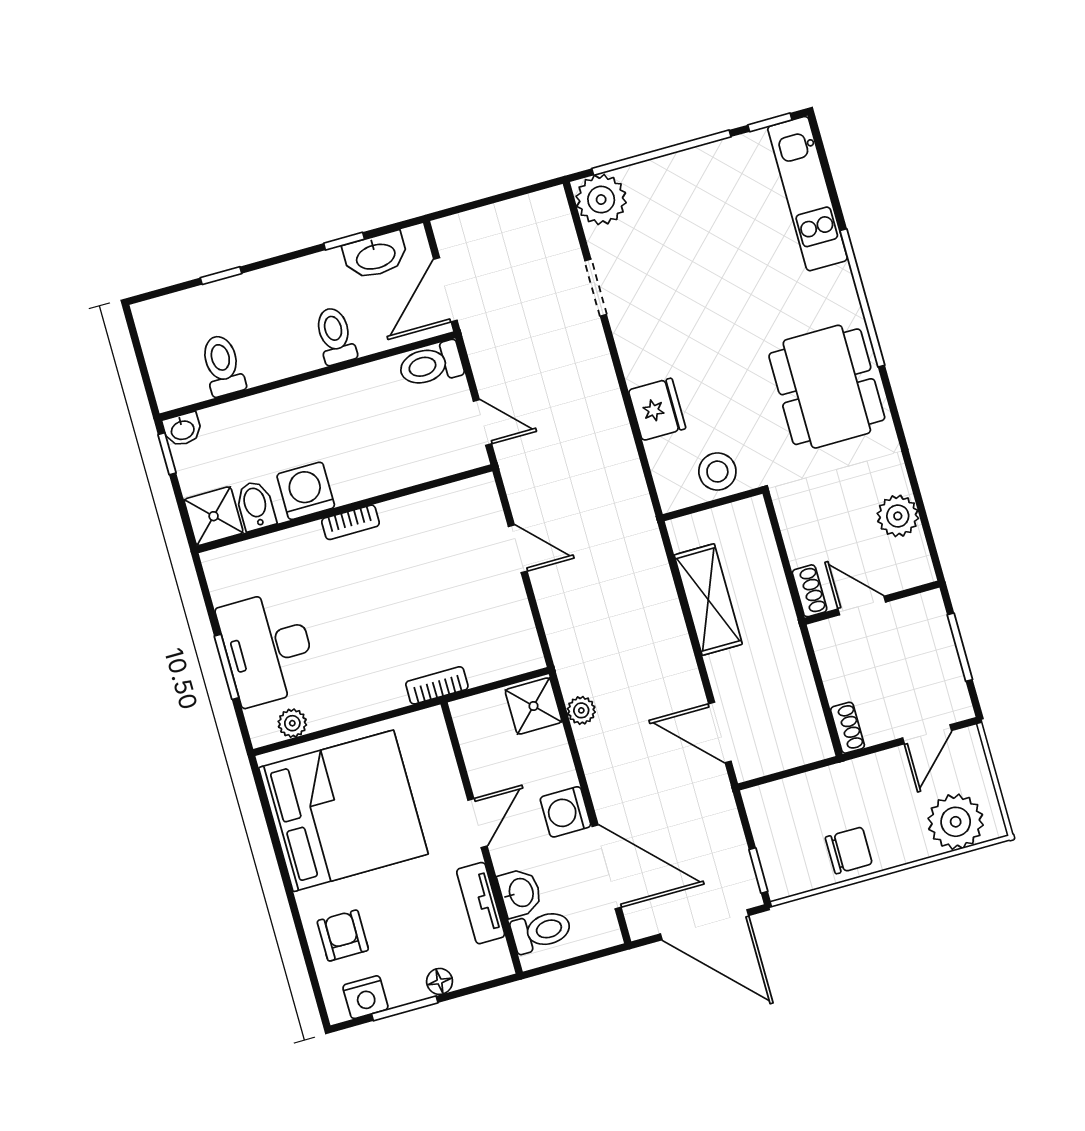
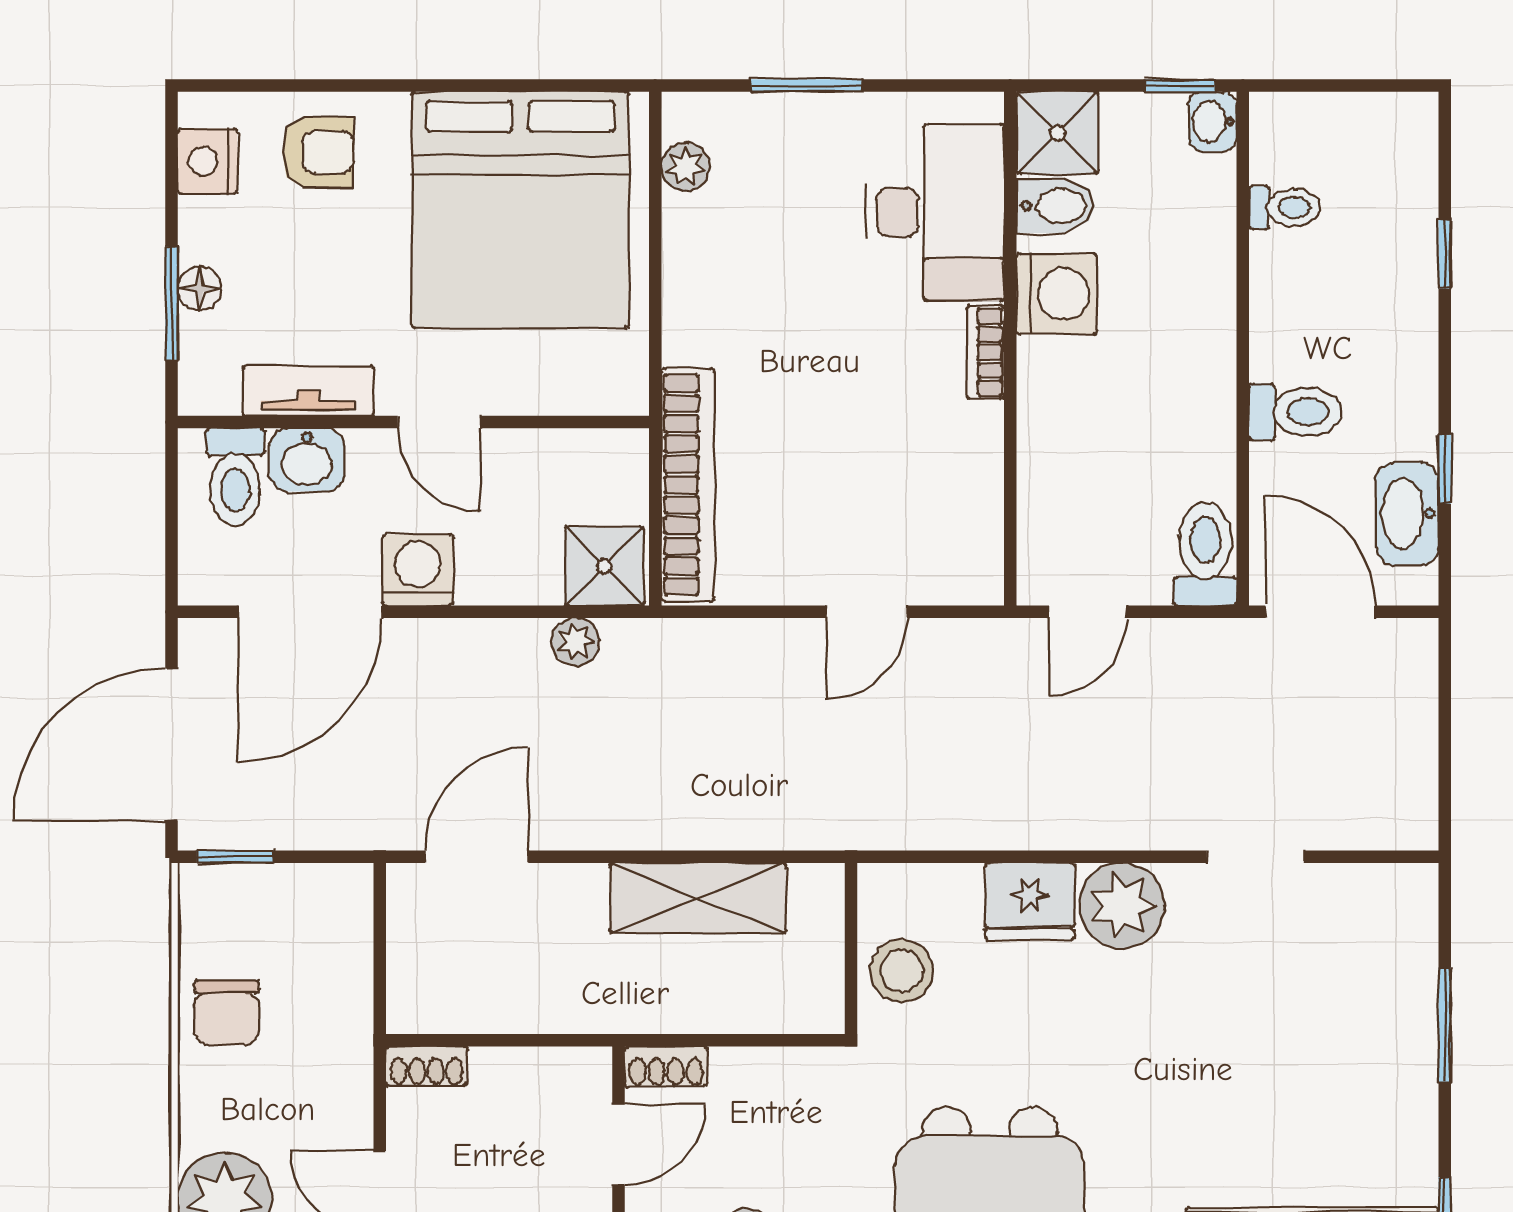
window: (661, 153) -> (1445, 1025), width x0.47
plant: (601, 200) -> (1122, 906), moved
toilet: (223, 365) -> (1285, 208), width x0.73, depth x0.72
desk: (268, 648) -> (935, 212), moved, turned 90
bookcase: (437, 685) -> (688, 485), width x2.31, depth x1.31
window: (405, 1008) -> (172, 304), moved

